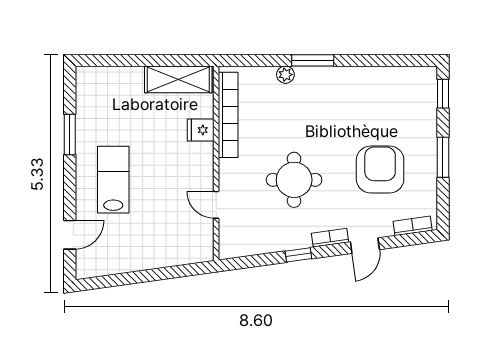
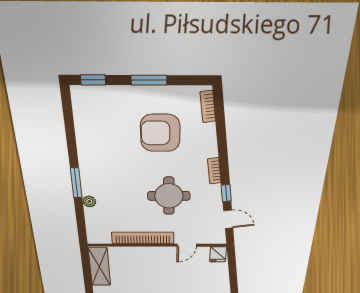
bookcase: (228, 115) -> (143, 238), moved
fridge: (201, 130) -> (218, 254), moved
door: (365, 246) -> (228, 219), moved

